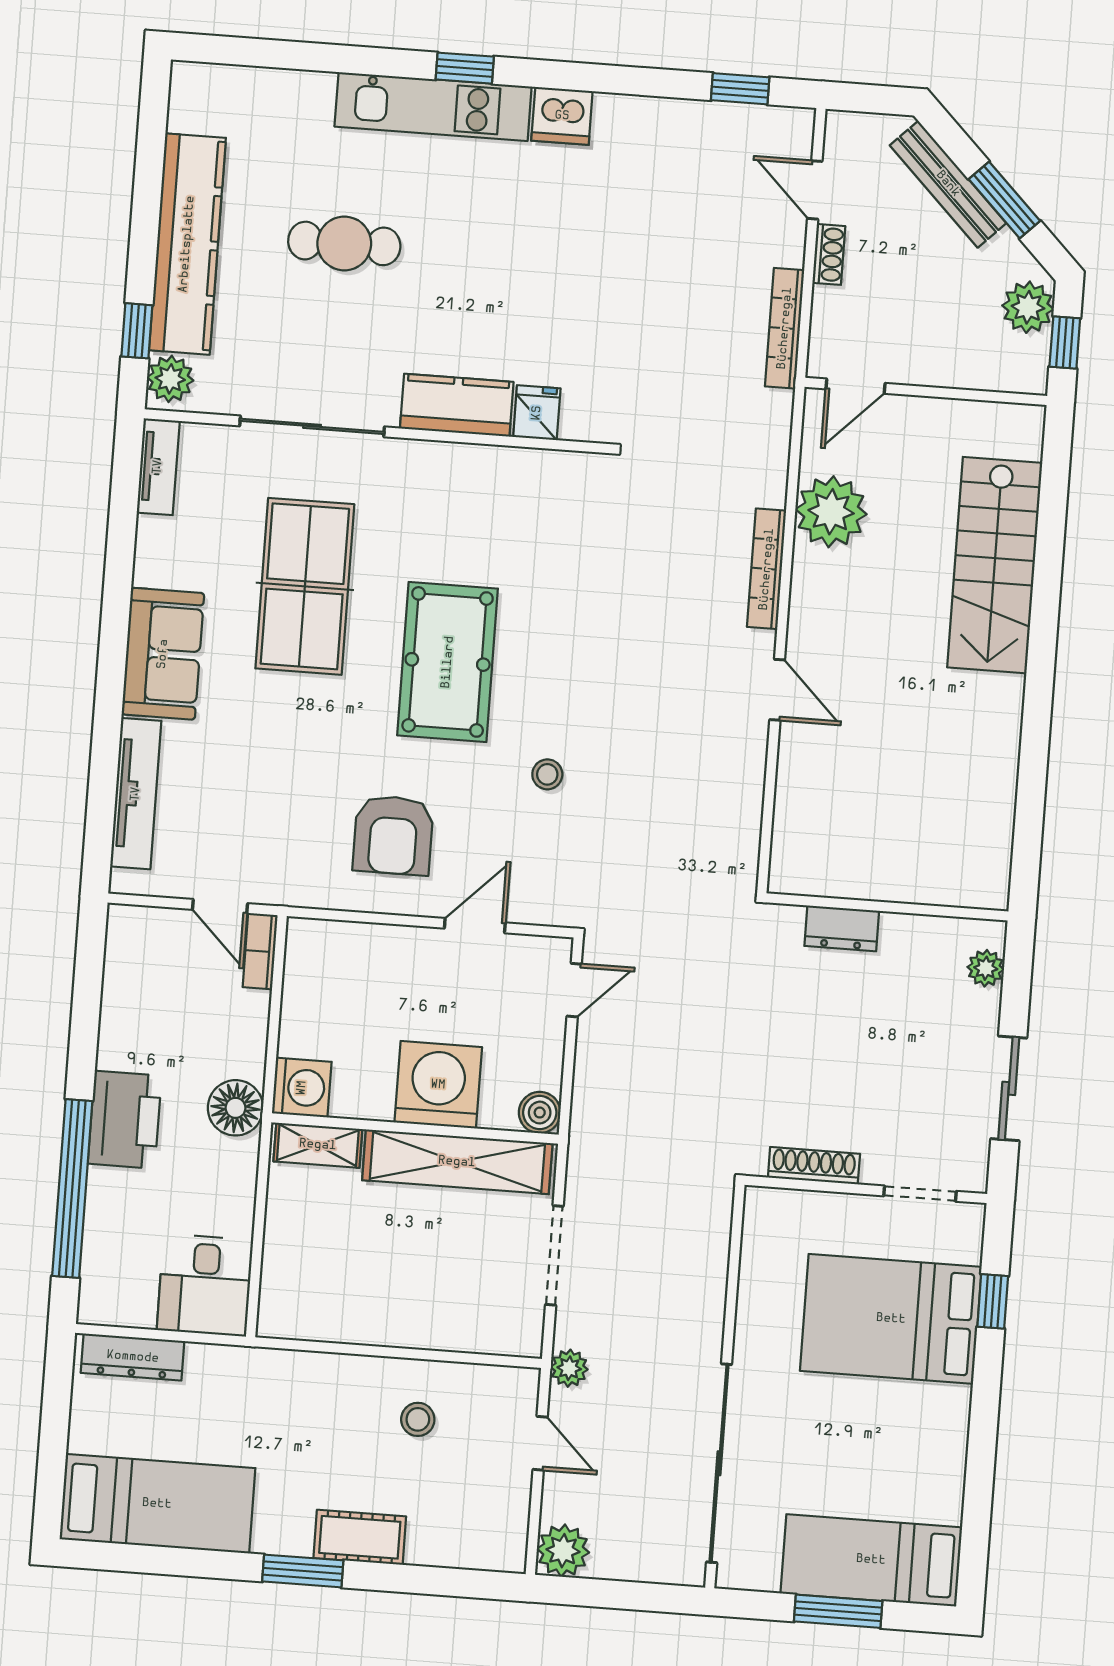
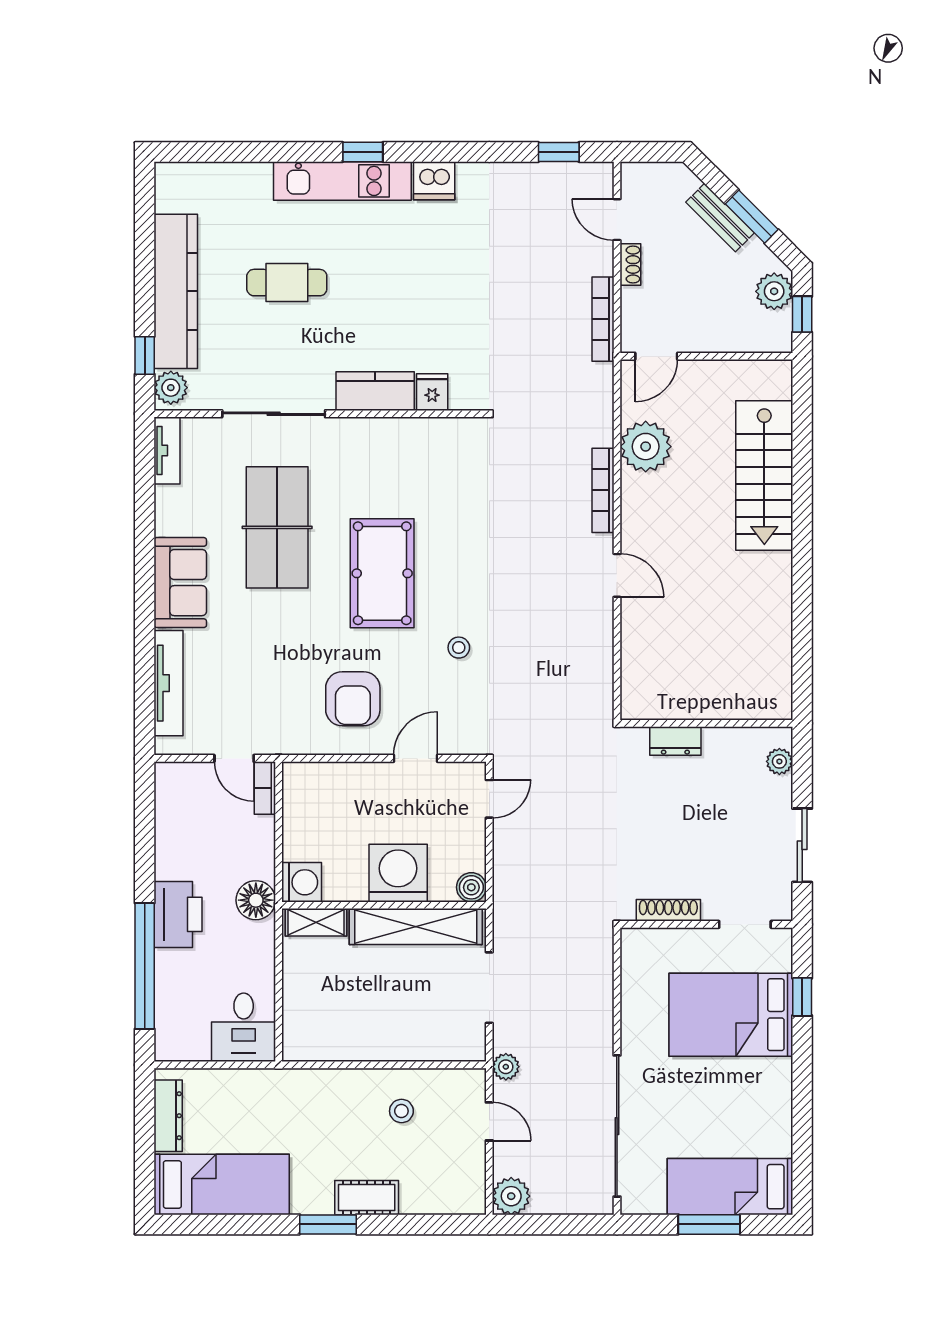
bench: (948, 184) -> (720, 218), width x0.73
dresser: (133, 1357) -> (168, 1116), moved, turned -90

